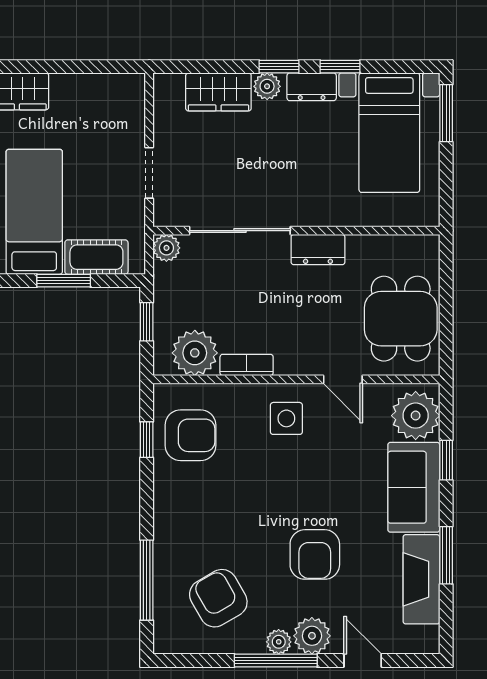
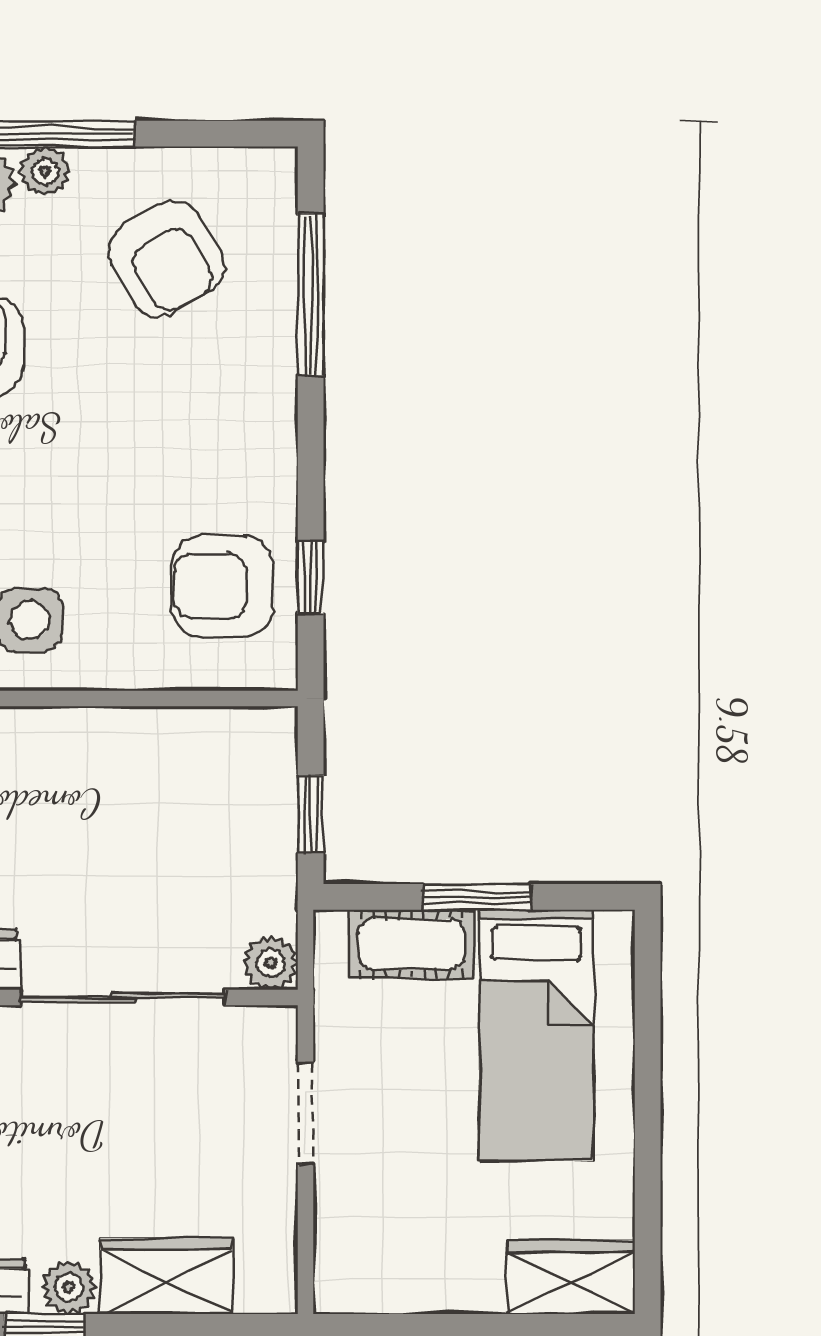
plant: (195, 353) -> (214, 752), removed
bookcase: (247, 365) -> (110, 727), removed

